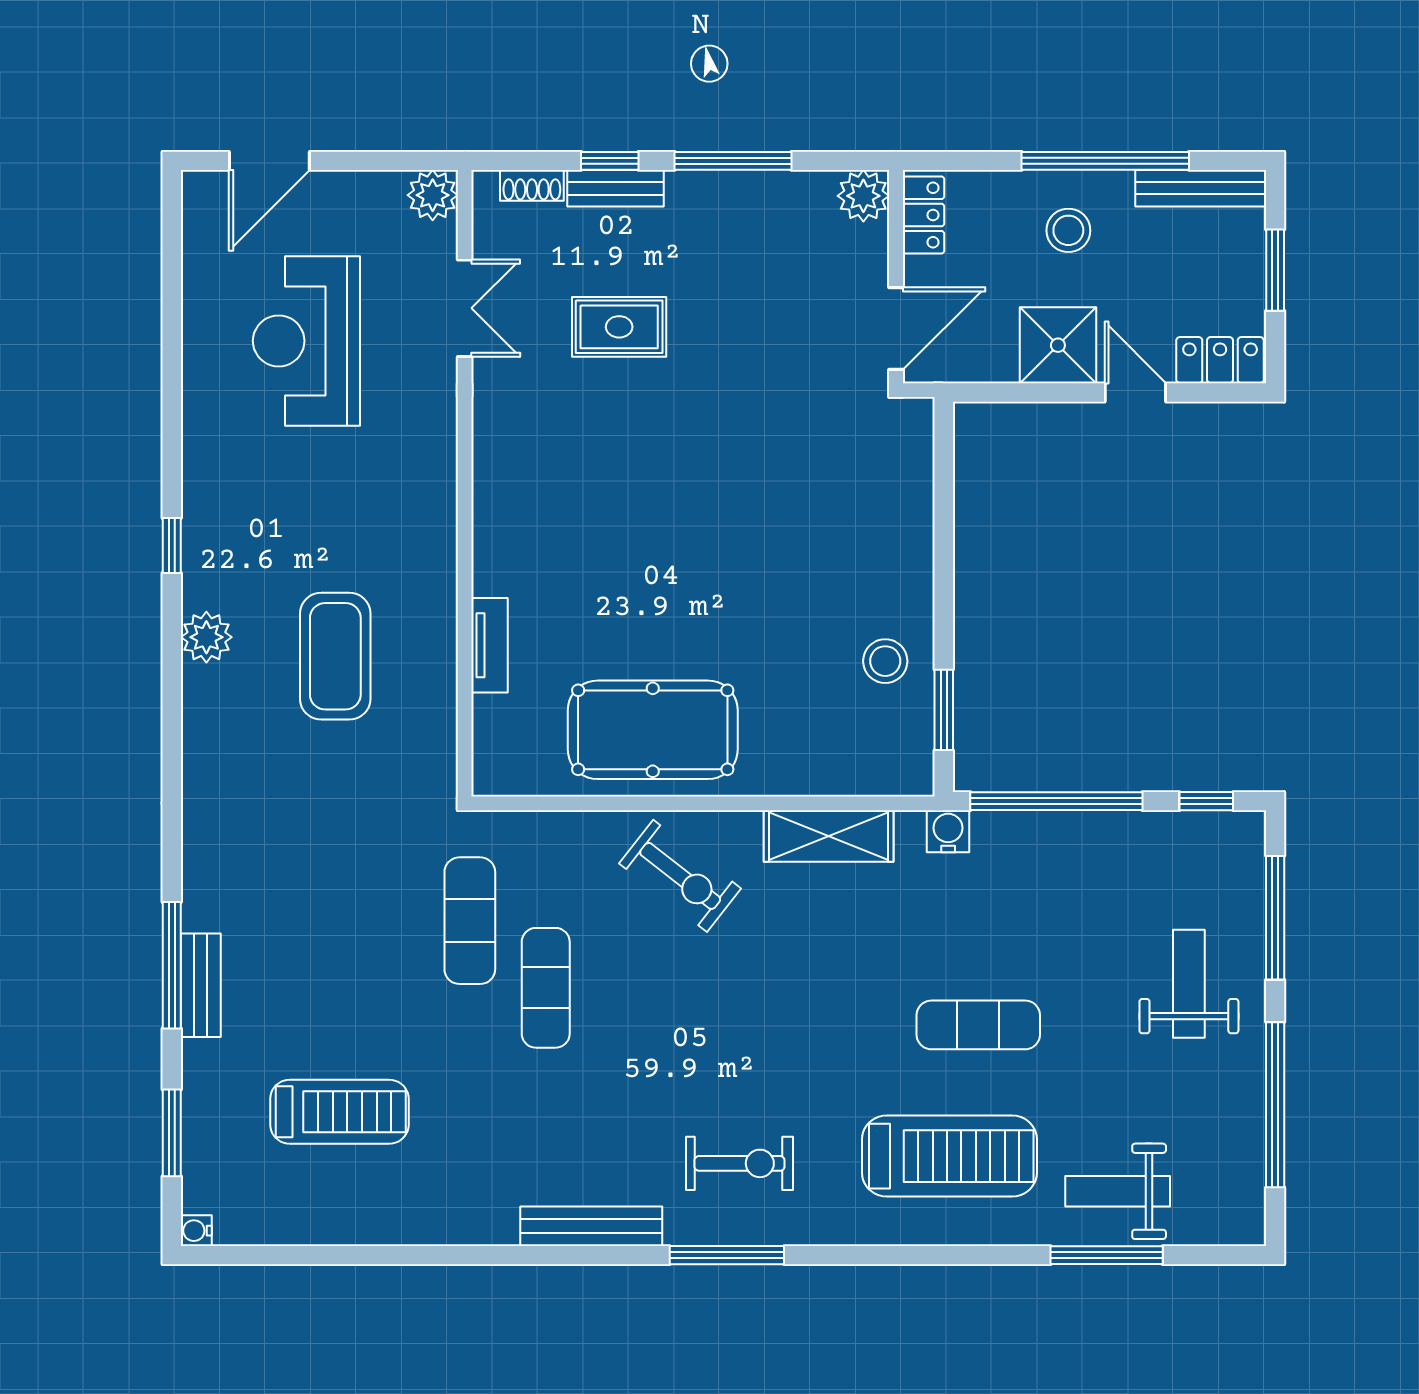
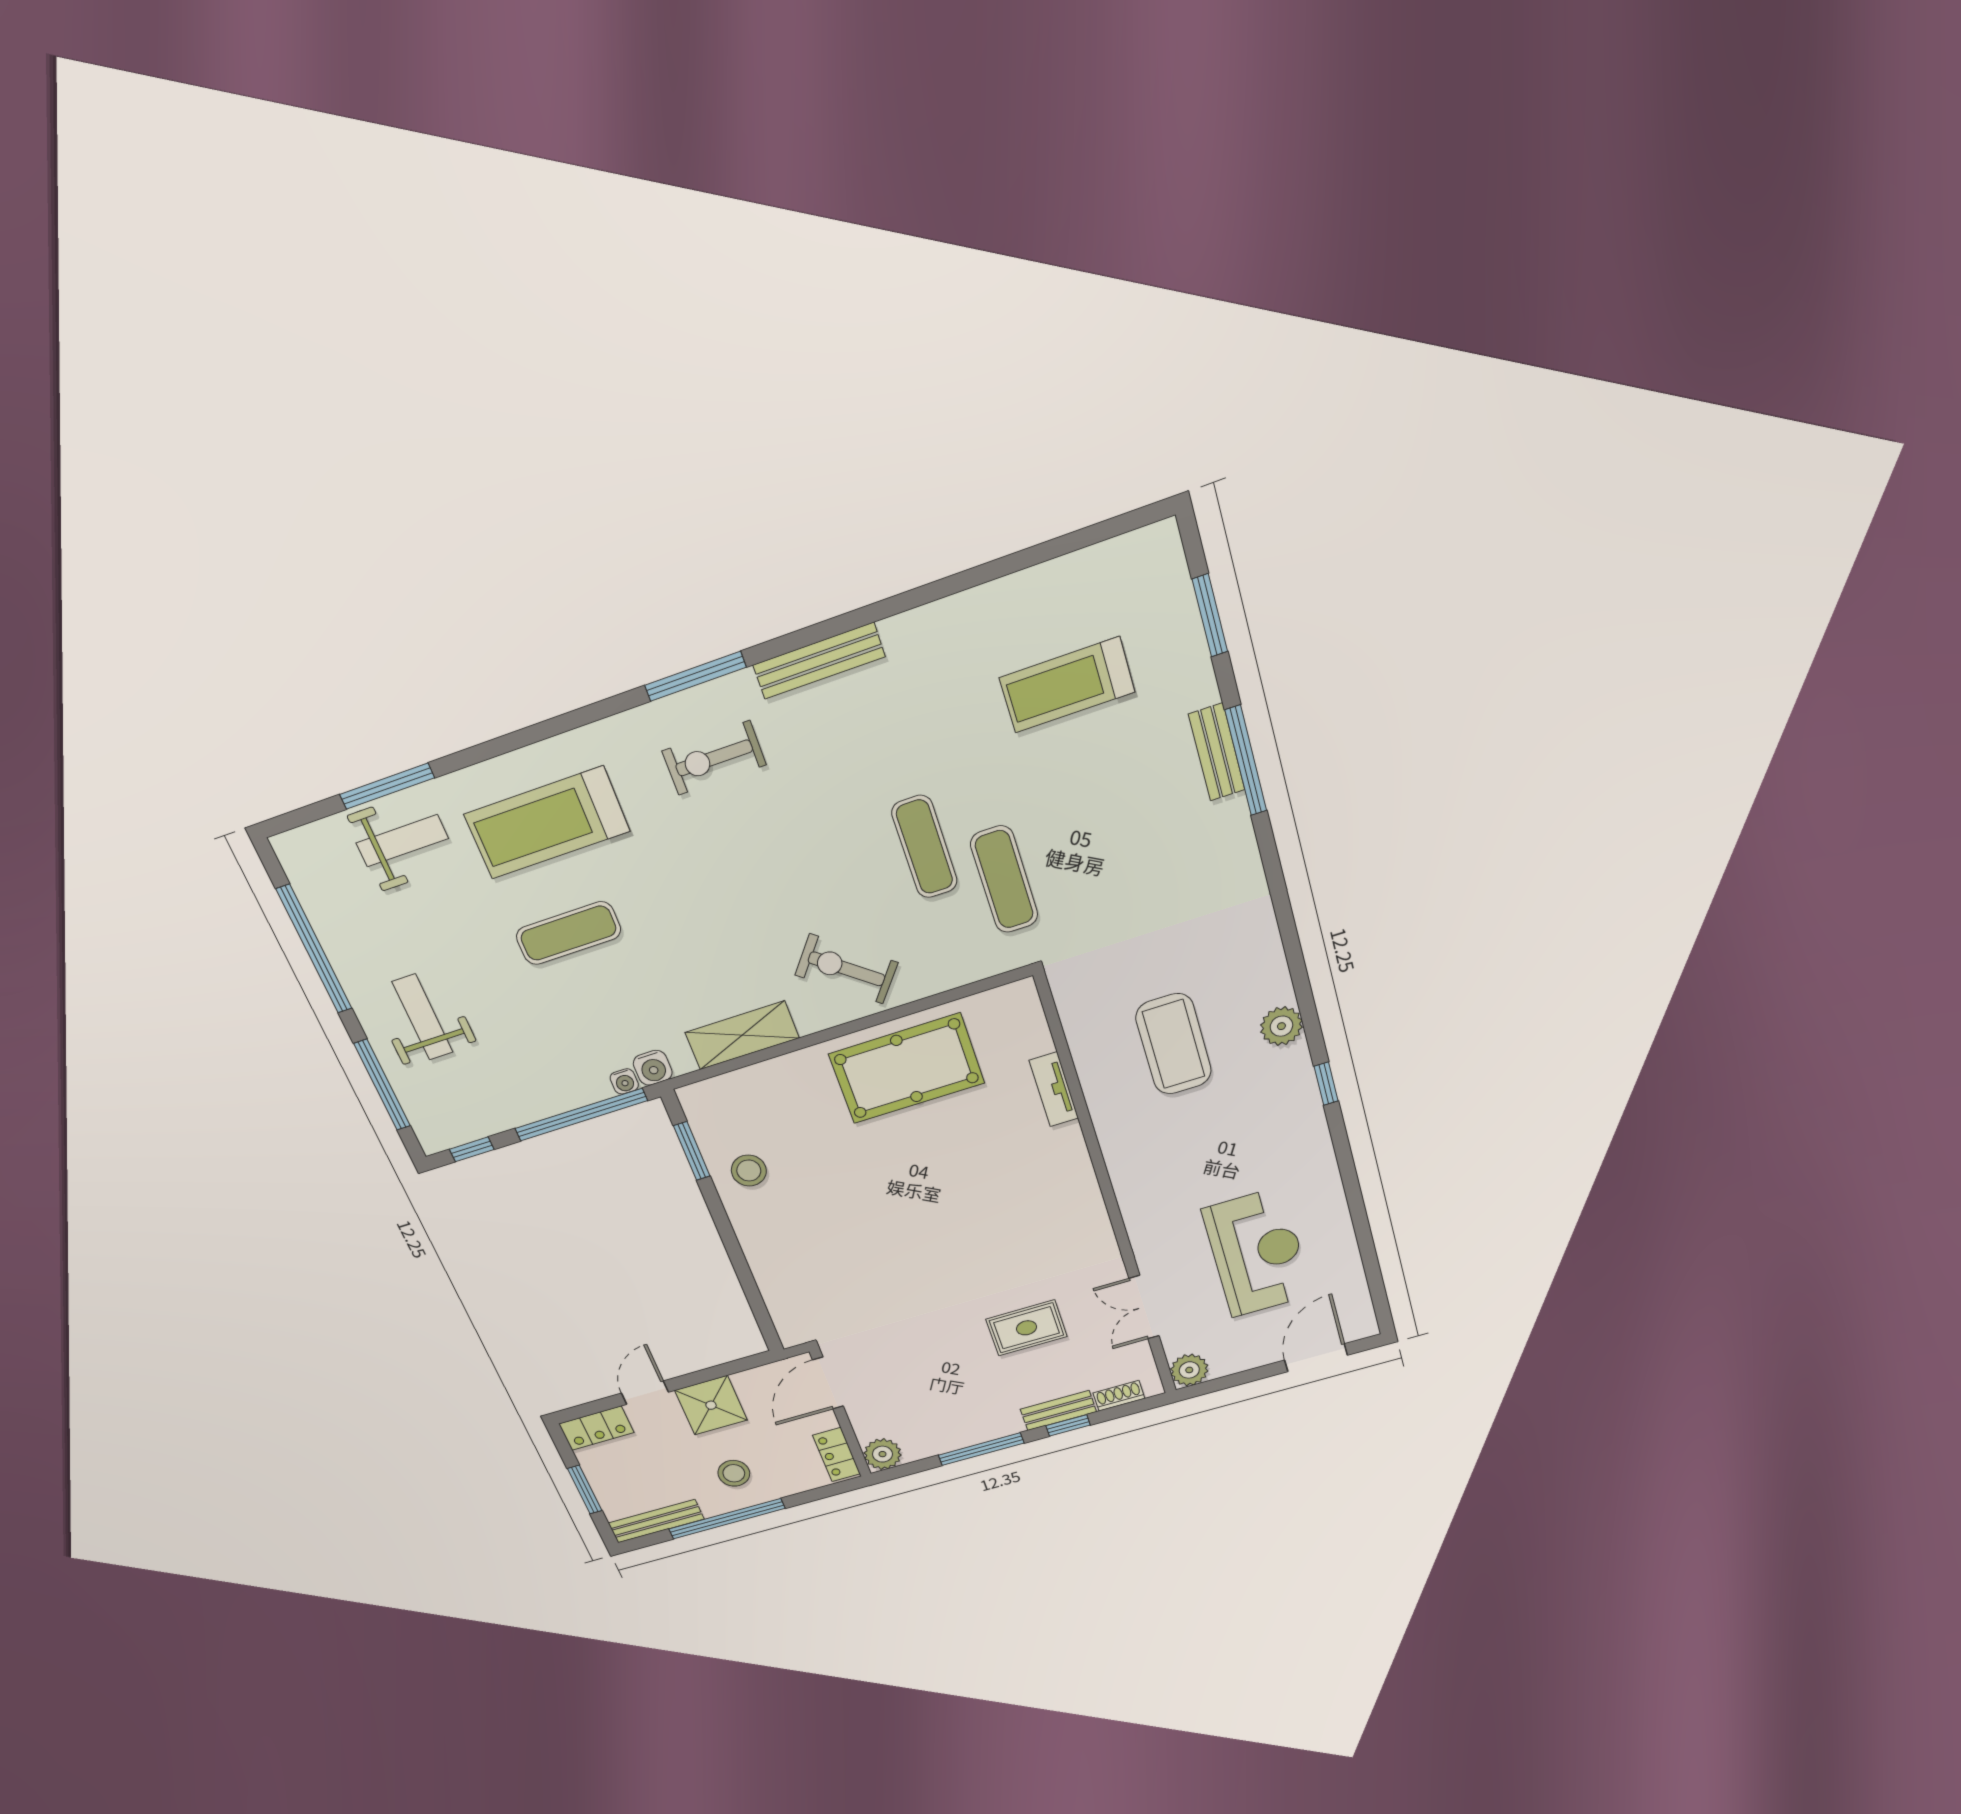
door: (1135, 392) -> (645, 1393), swing flipped
weight bench: (1189, 984) -> (423, 1017), turned 180
water cooler: (196, 1231) -> (624, 1081), moved, turned 90

